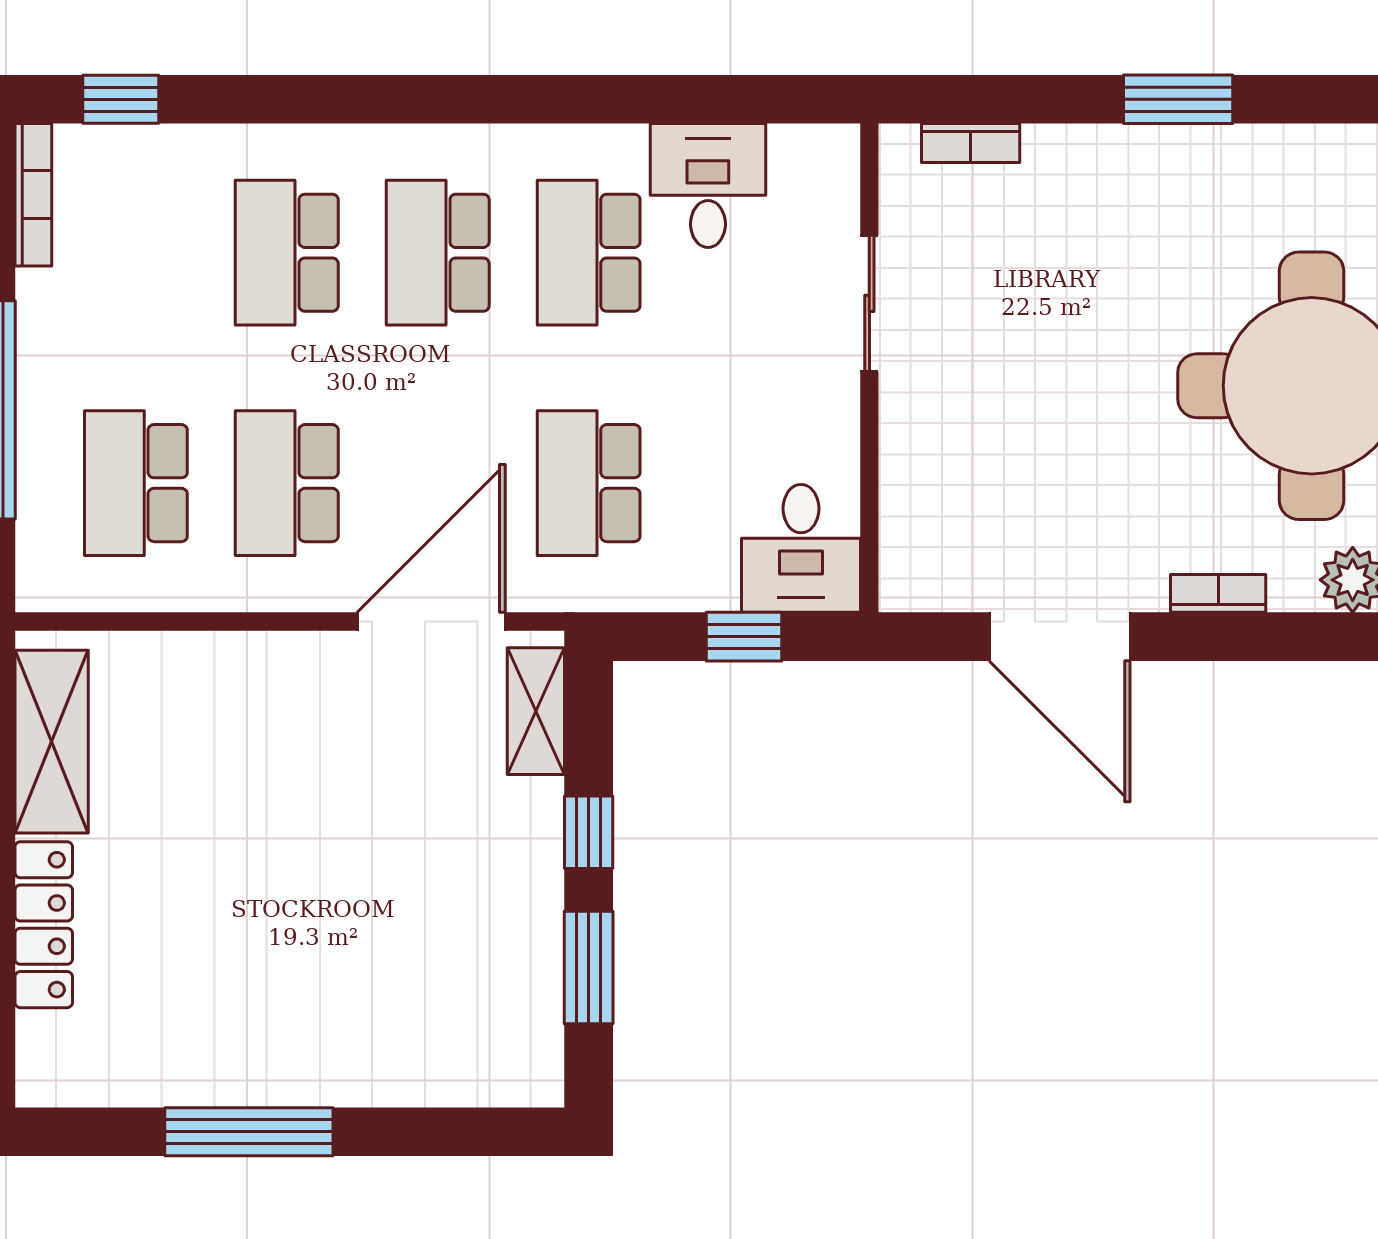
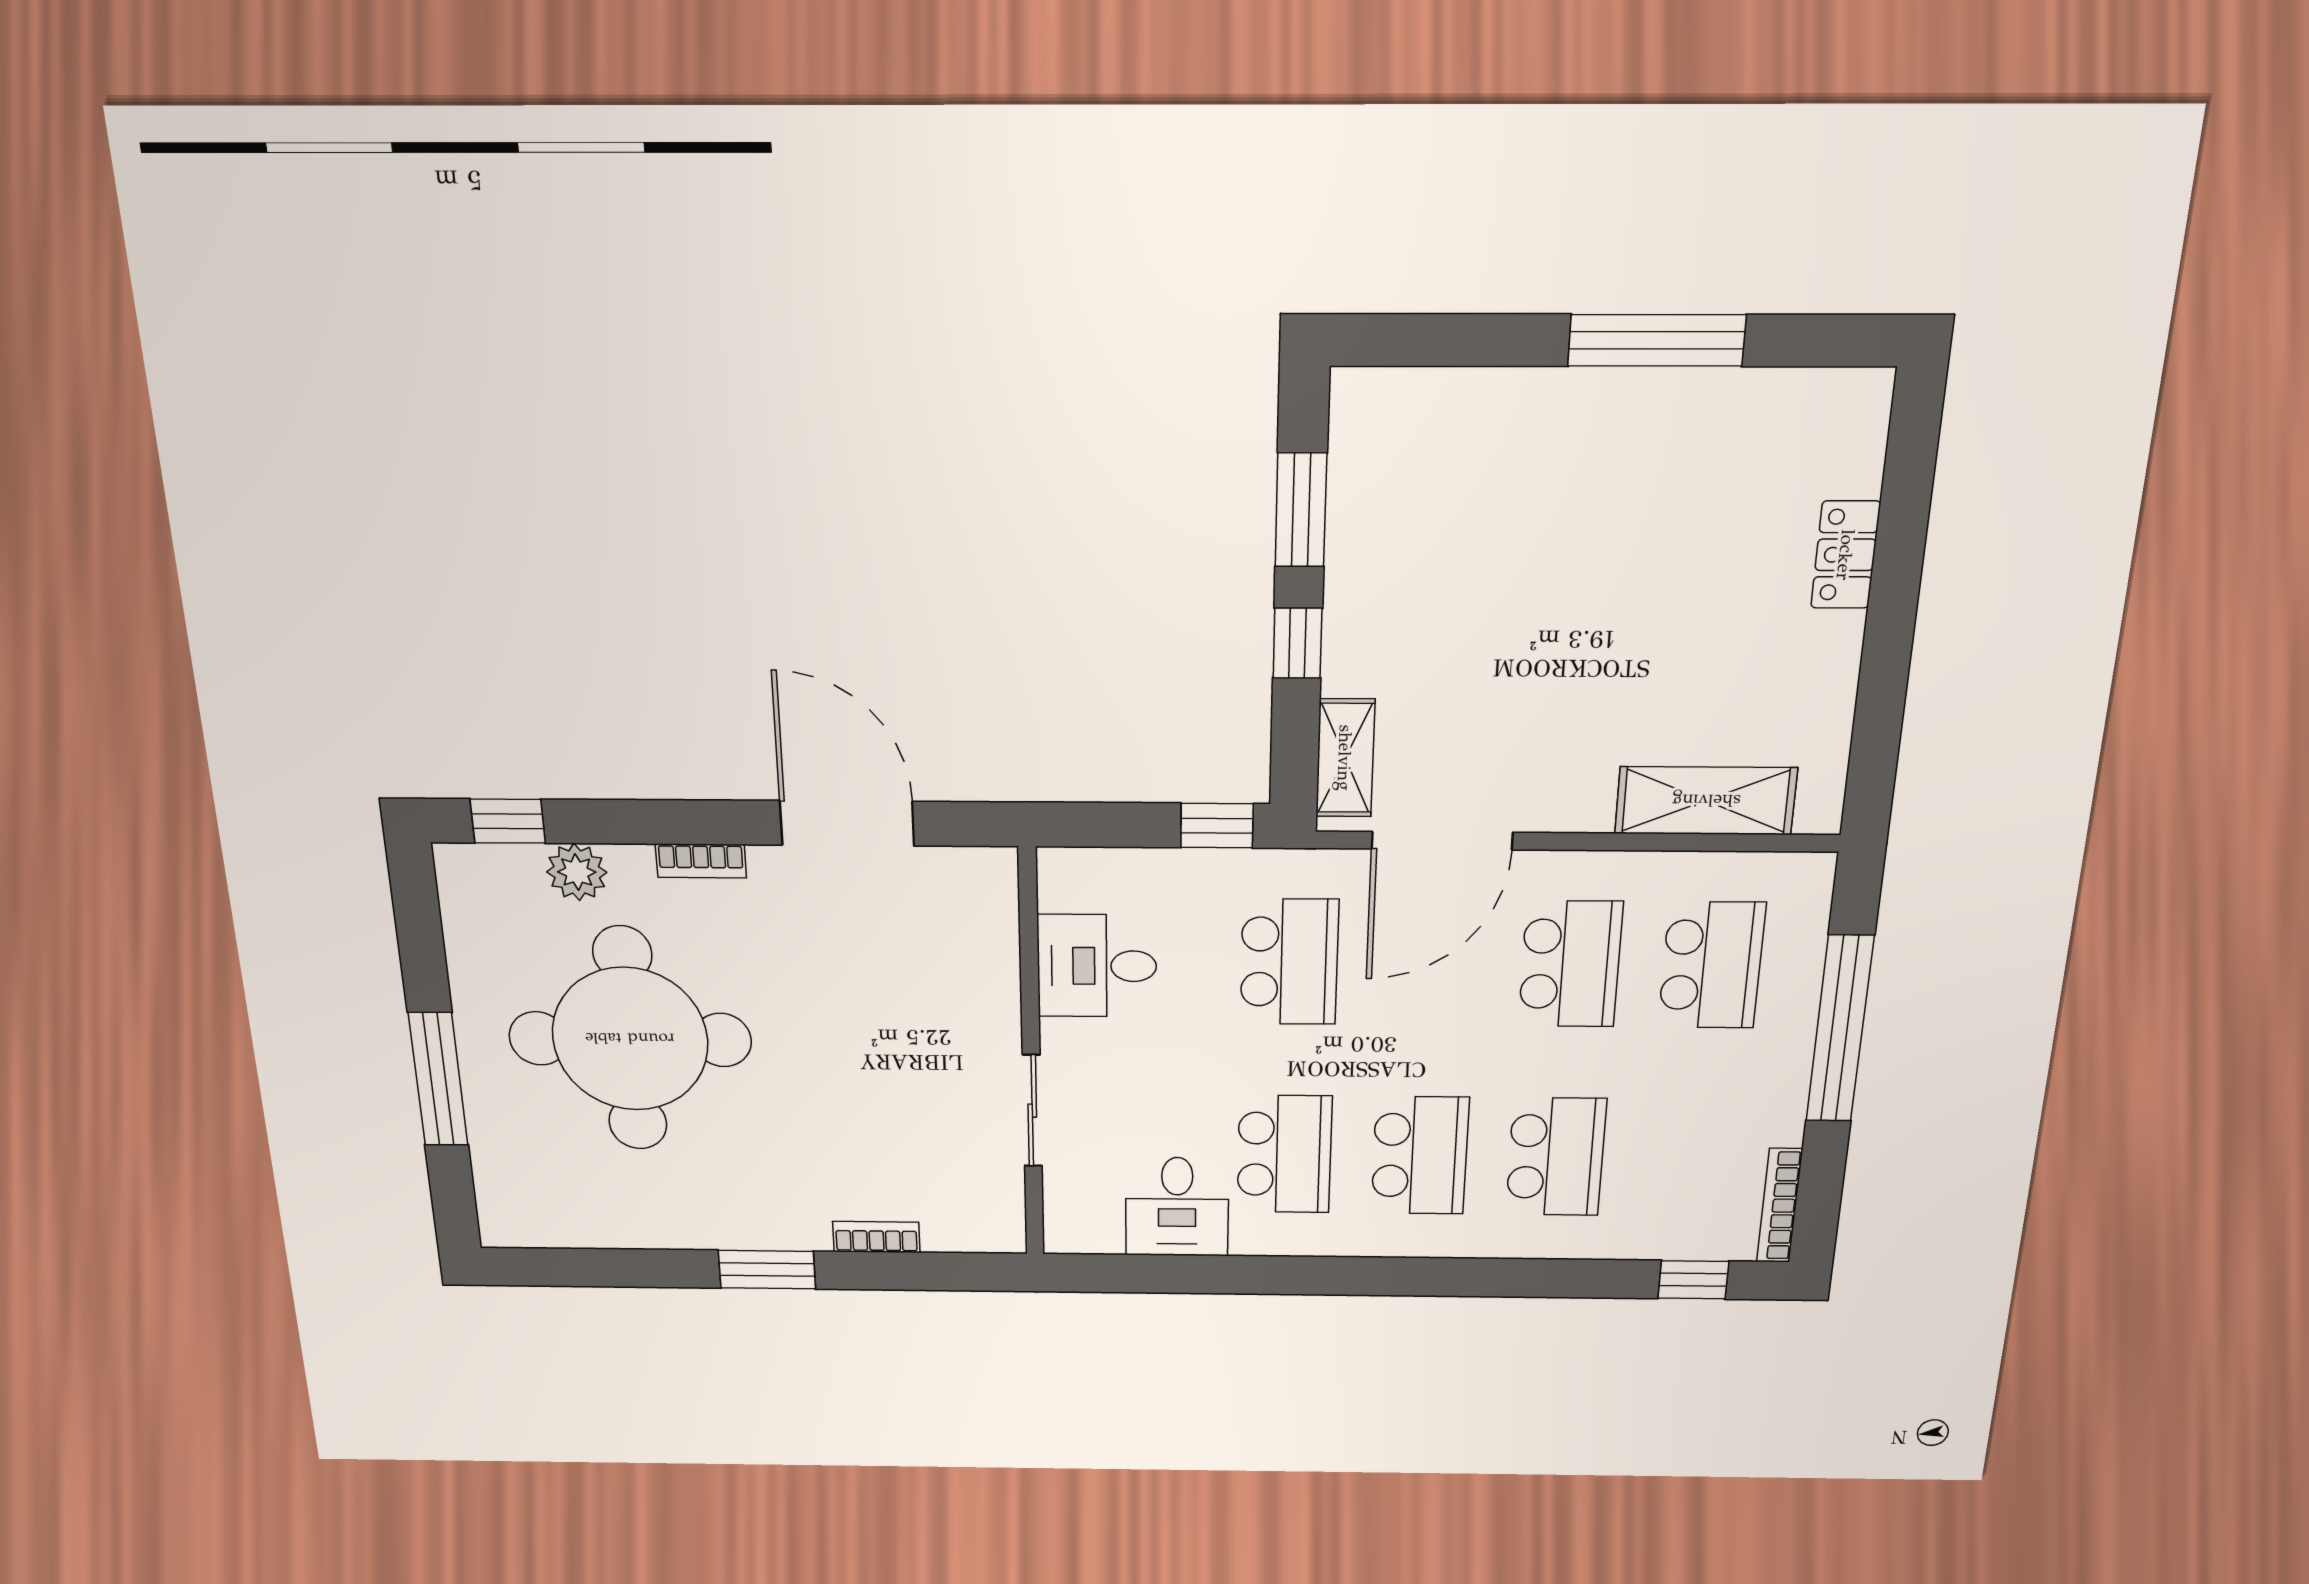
bookcase: (971, 143) -> (876, 1237), moved
desk: (801, 548) -> (1097, 966), moved, turned -90
window: (744, 637) -> (1217, 826), moved
shelving: (52, 742) -> (1706, 801), moved, turned 90
locker: (44, 925) -> (1846, 555), width x0.66

